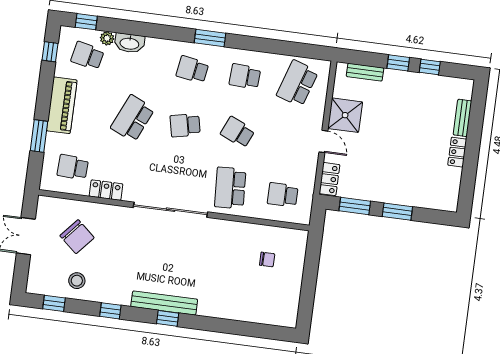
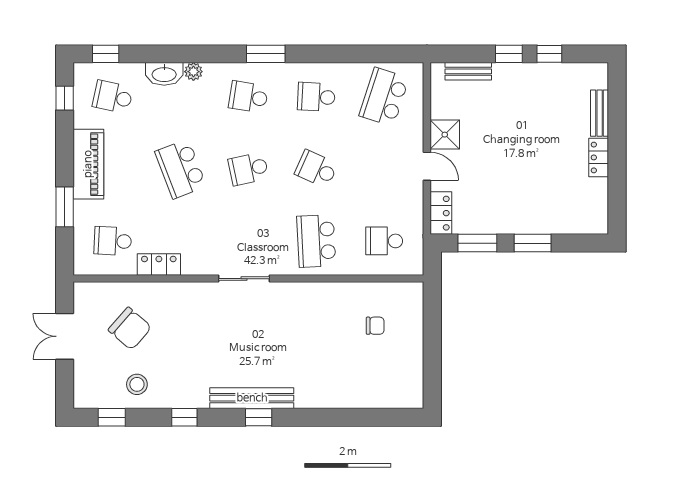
plant: (107, 38) -> (193, 72), moved
shower: (345, 115) -> (445, 135), width x0.73, depth x0.73
school desk: (133, 118) -> (181, 169), turned -45
sliding door: (170, 210) -> (244, 279), width x0.54

